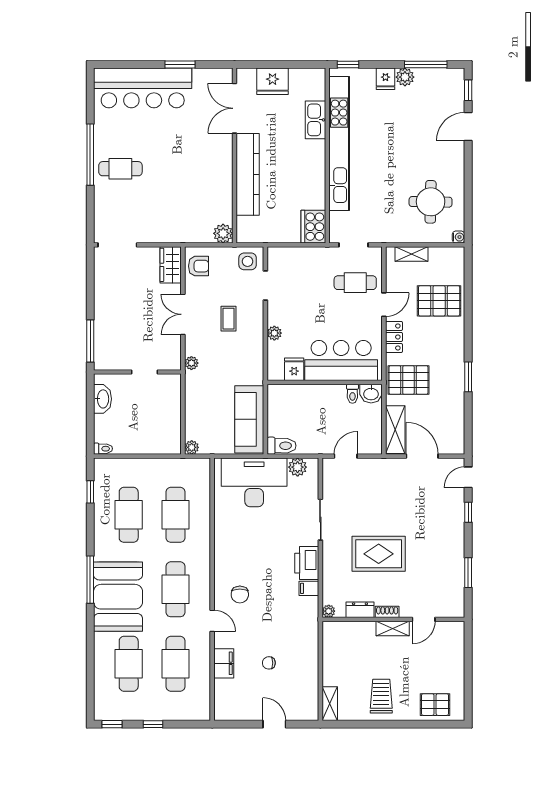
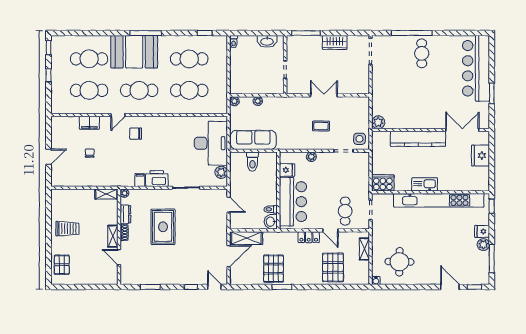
kitchen sink: (316, 120) -> (425, 184), moved
window: (90, 155) -> (412, 33), moved
wardrobe: (171, 265) -> (335, 42), moved, turned 180
armchair: (199, 266) -> (356, 106), removed
plant: (191, 363) -> (258, 101), moved
pallet: (408, 380) -> (274, 269), moved
toilet: (282, 446) -> (252, 162), moved
shelving: (330, 704) -> (106, 194), moved

